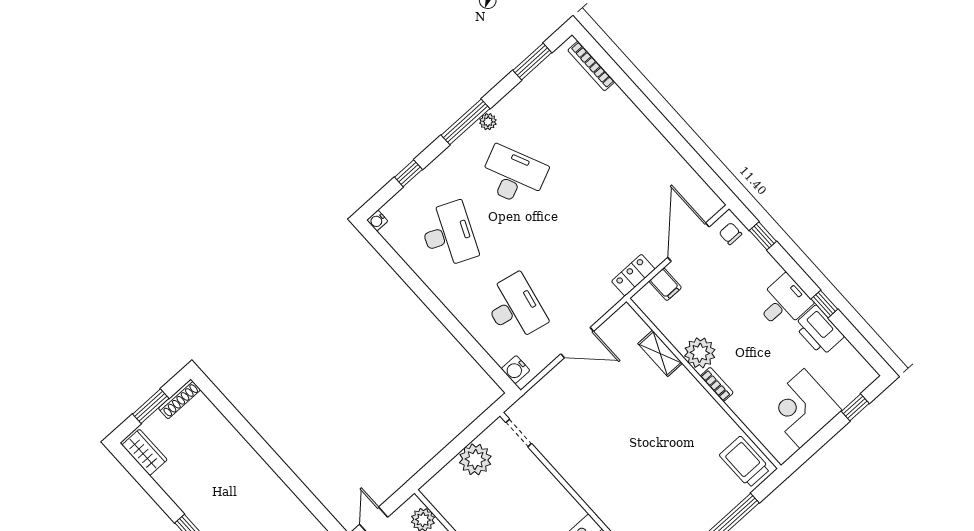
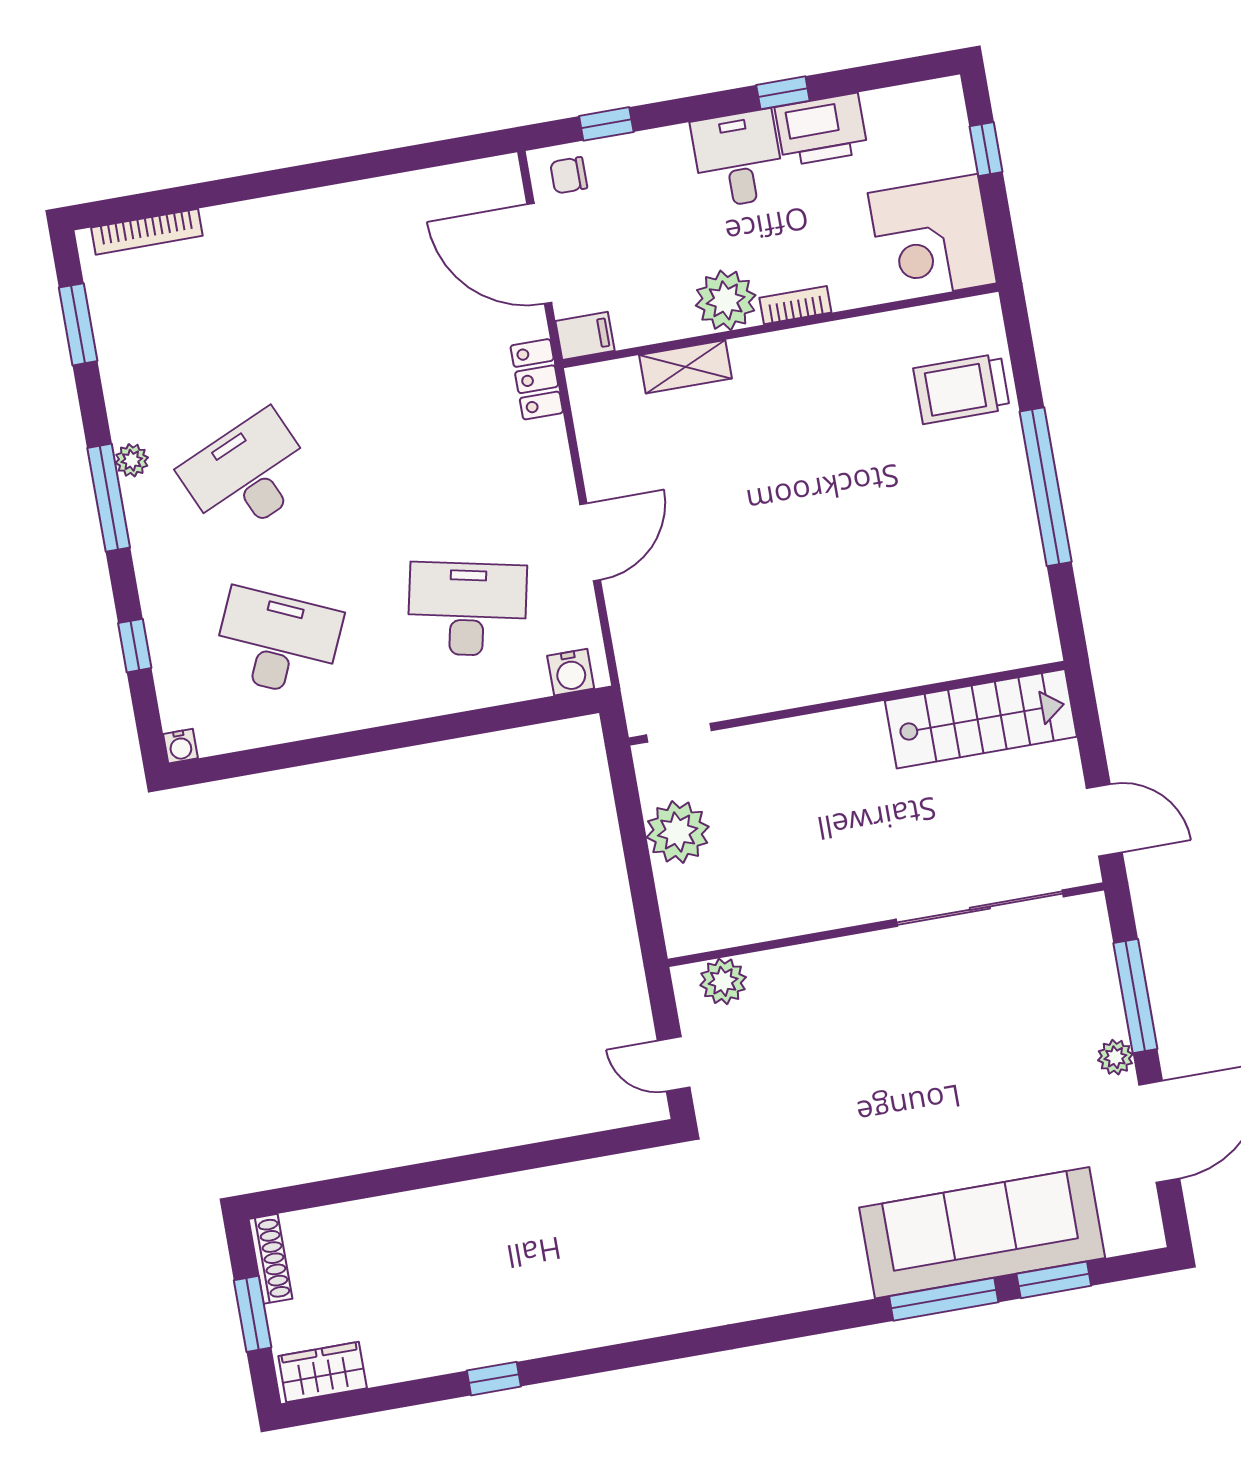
shelving: (660, 353) -> (686, 367), moved
plant: (700, 353) -> (726, 300), moved
wall: (704, 383) -> (780, 326), moved
bookcase: (717, 384) -> (795, 305), moved

